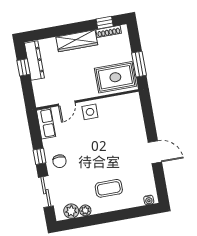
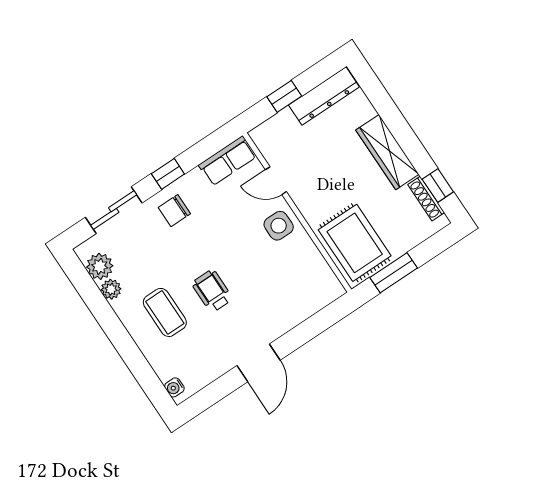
window: (24, 67) -> (284, 96), moved
wheelchair: (108, 160) -> (212, 291), added

